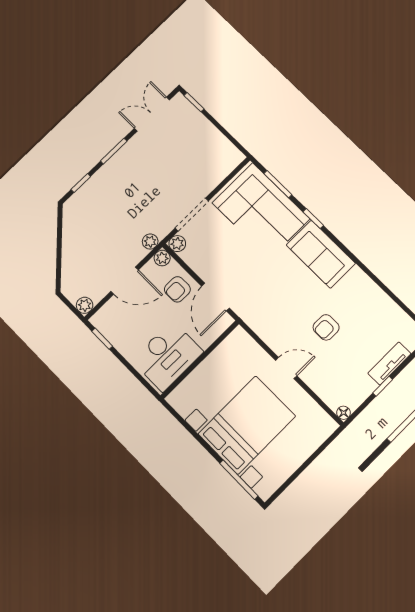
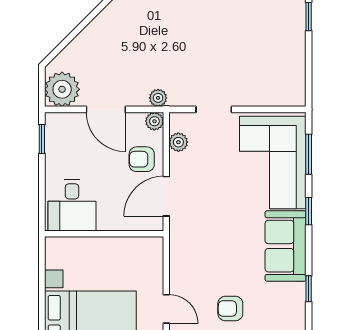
doorway: (192, 215) -> (214, 109), width x0.73
plant: (177, 244) -> (178, 142), moved
window: (362, 266) -> (309, 289), added
plant: (85, 305) -> (62, 89), width x1.88, depth x1.88
desk: (167, 356) -> (72, 205), width x0.73

